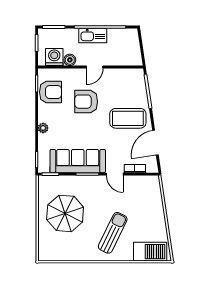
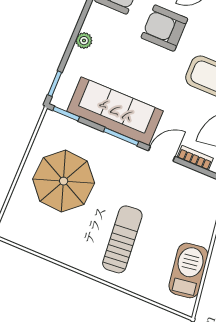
door: (115, 174) -> (162, 154), swing flipped
sun lounger: (113, 233) -> (122, 239), turned -31
barbecue: (150, 252) -> (188, 270), moved, turned -98

